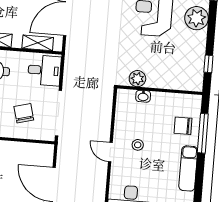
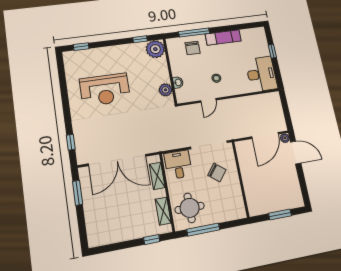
plant: (197, 18) -> (155, 49), moved
chair: (24, 113) -> (217, 172), turned -127
door: (110, 152) -> (208, 100), moved

